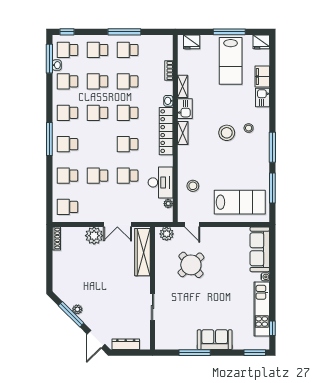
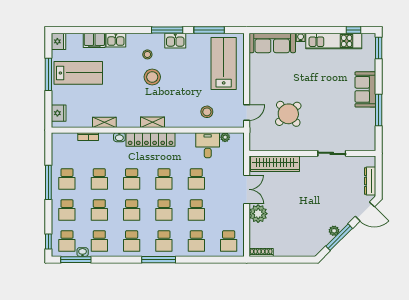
kitchen sink: (185, 109) -> (175, 41), moved, turned 180
school desk: (98, 144) -> (164, 210), added
desk: (160, 182) -> (208, 145), width x0.73
plant: (167, 234) -> (256, 139), removed

